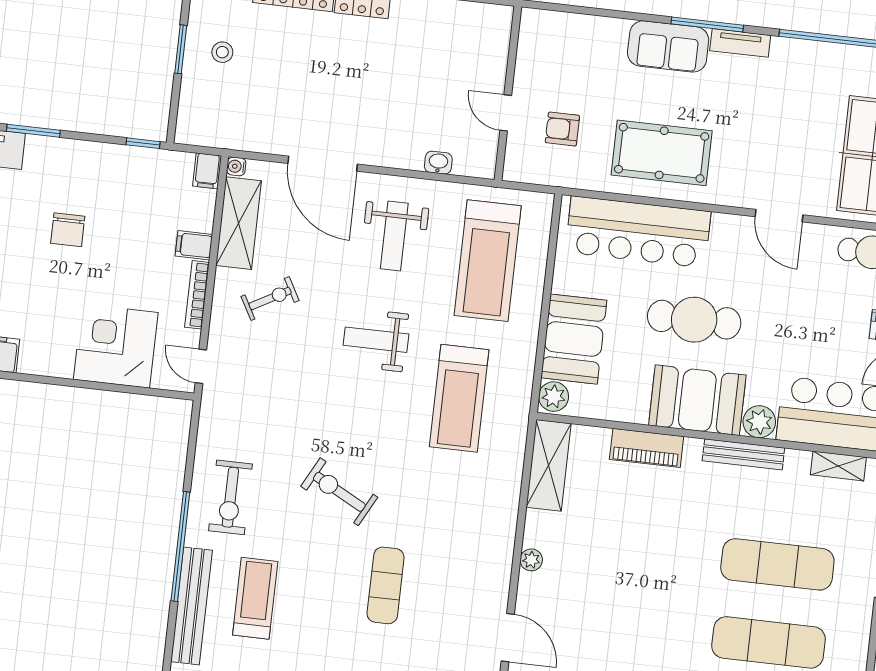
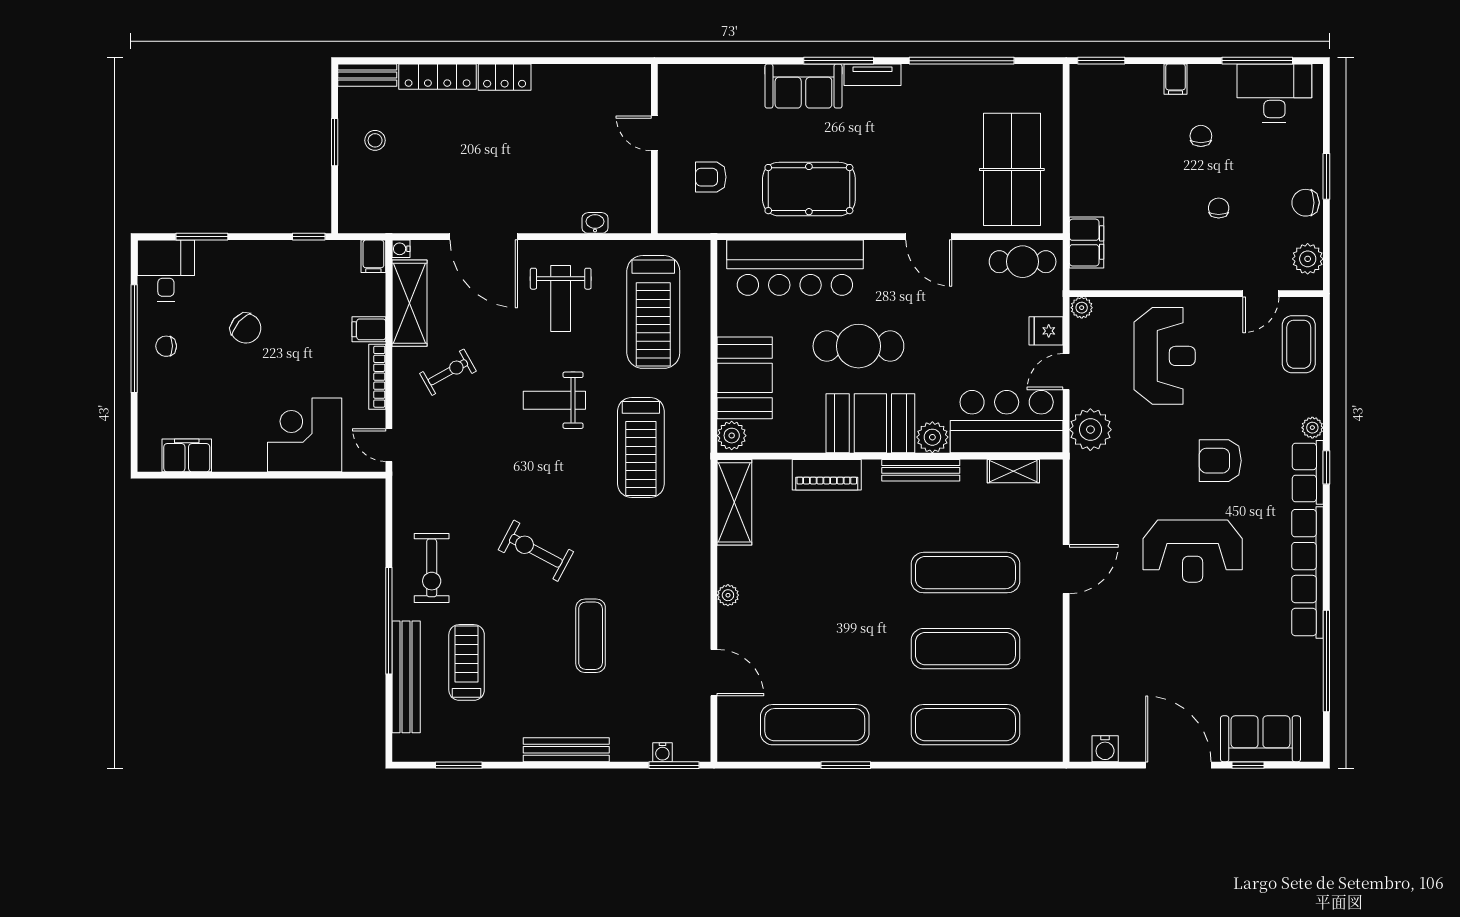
door: (506, 113) -> (654, 133), moved
chair: (68, 230) -> (246, 328), turned -49

